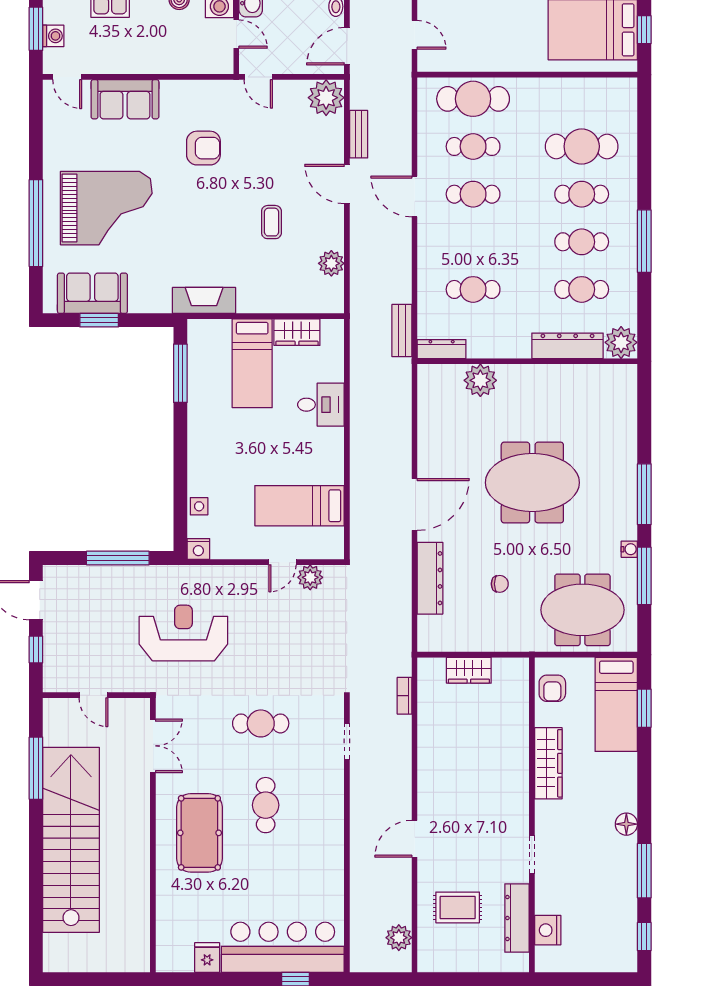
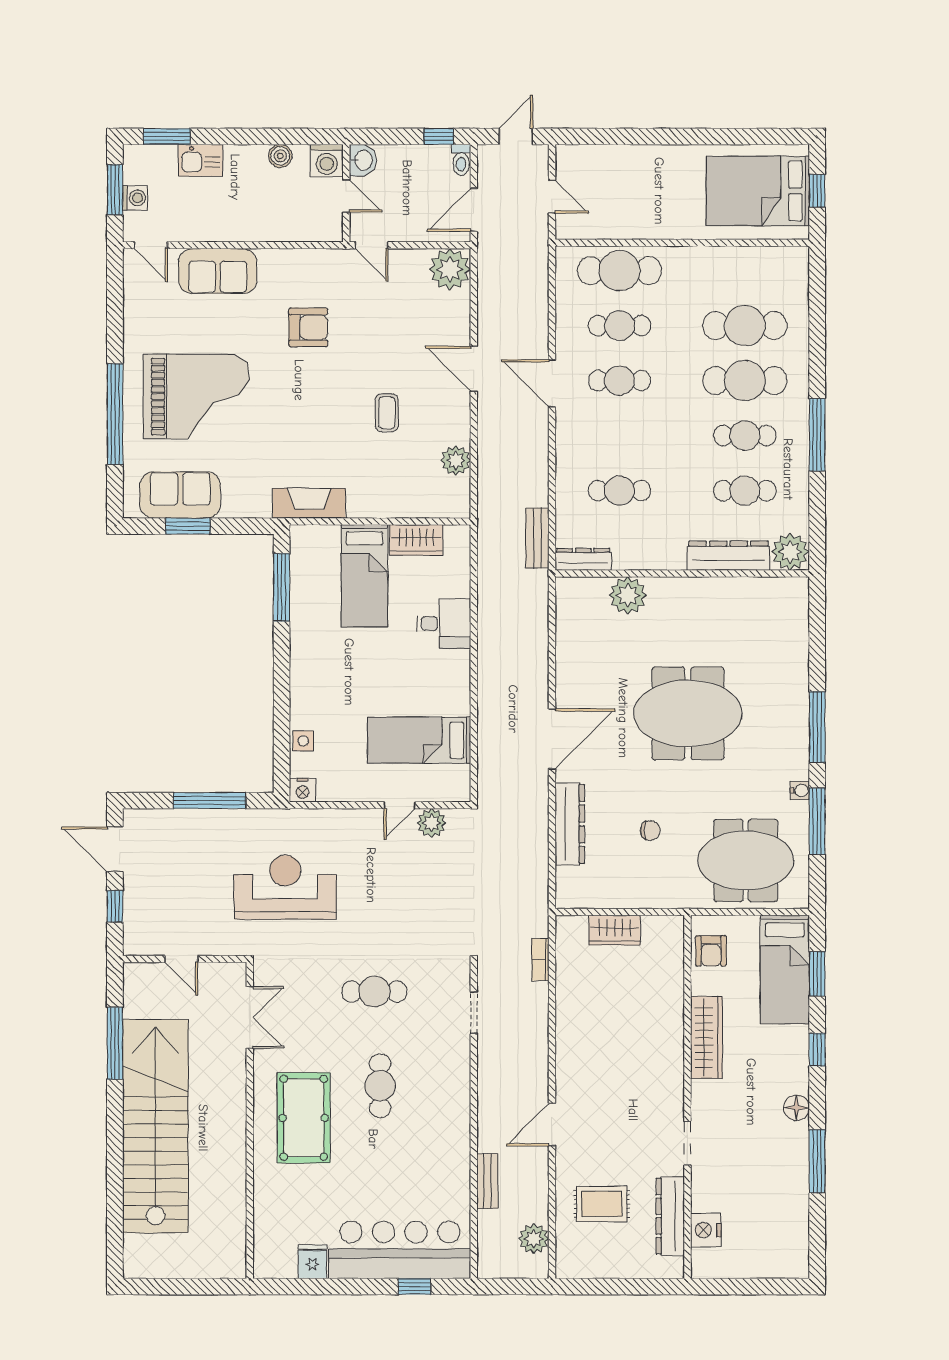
bench: (359, 134) -> (487, 1181), moved
cafe table: (582, 194) -> (745, 381), width x1.37, depth x1.35
window: (644, 937) -> (817, 1050), moved

